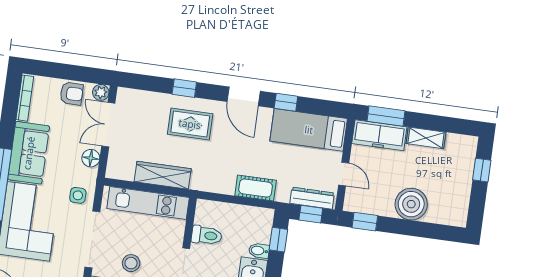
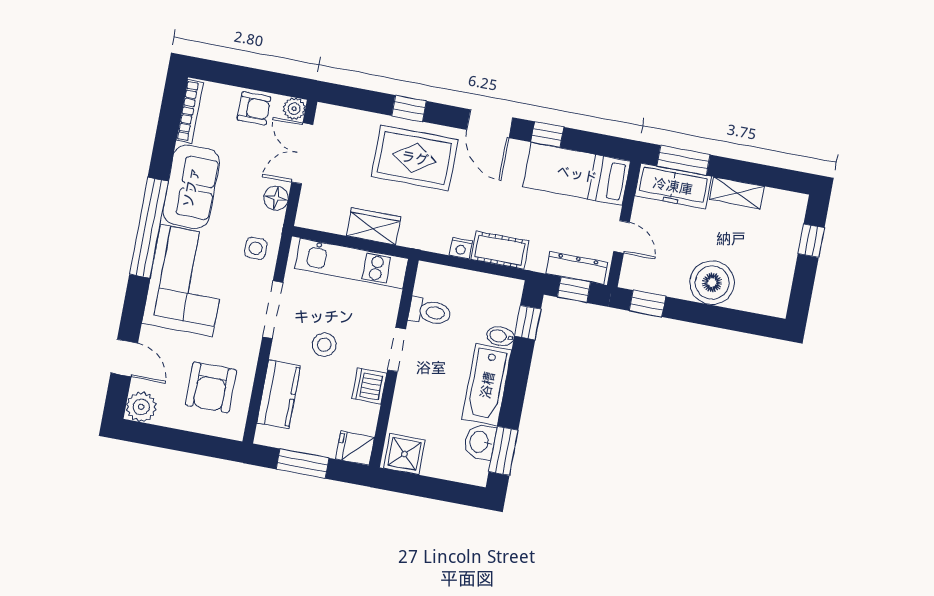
rug: (190, 124) -> (415, 158), width x1.36, depth x1.43
wardrobe: (163, 175) -> (373, 226), width x0.67
nightstand: (227, 188) -> (461, 248), added
doorway: (92, 239) -> (273, 310), width x0.73

